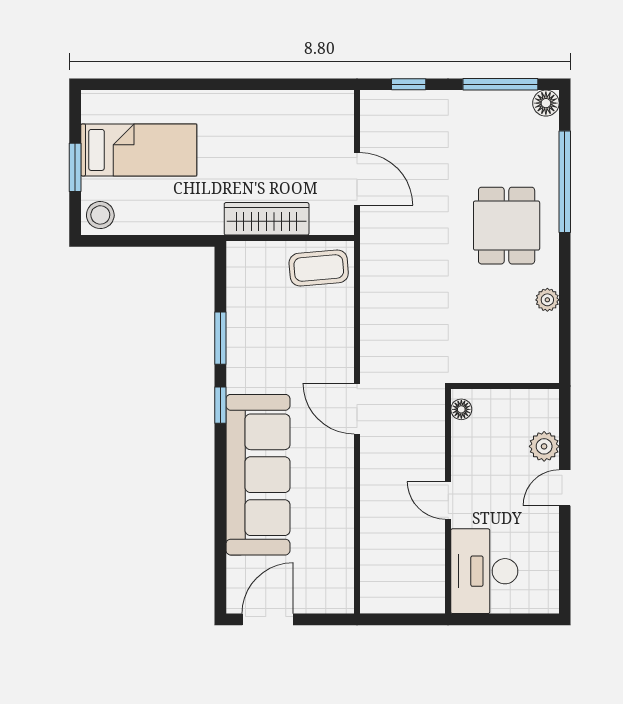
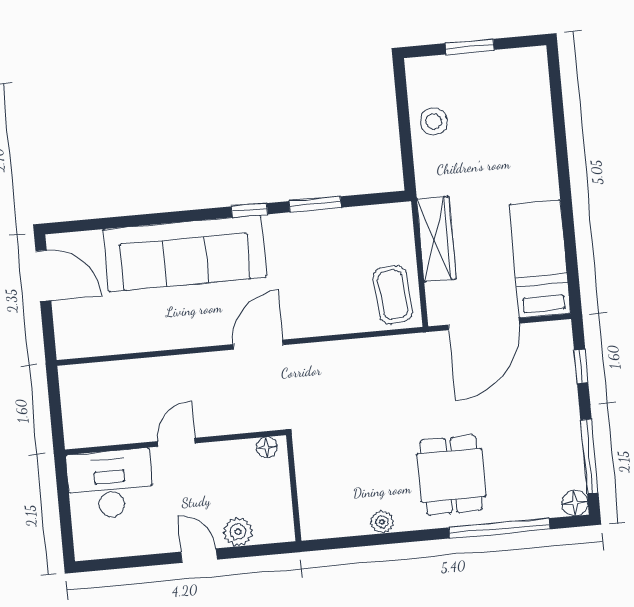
bed: (139, 150) -> (540, 259), moved, turned 180
door: (357, 179) -> (484, 324), width x1.36
stool: (100, 215) -> (434, 121), moved
dining table: (507, 226) -> (451, 475), turned 90

